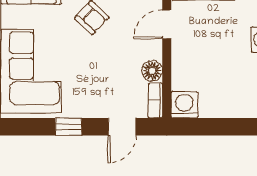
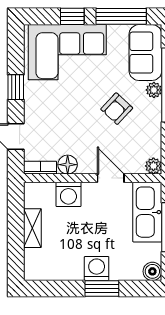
washing machine: (184, 105) -> (68, 194), moved, turned 90
shelving: (221, 109) -> (32, 228), added

